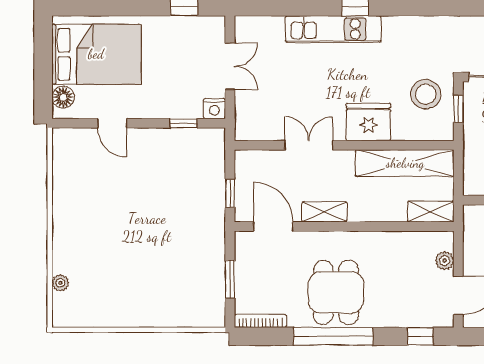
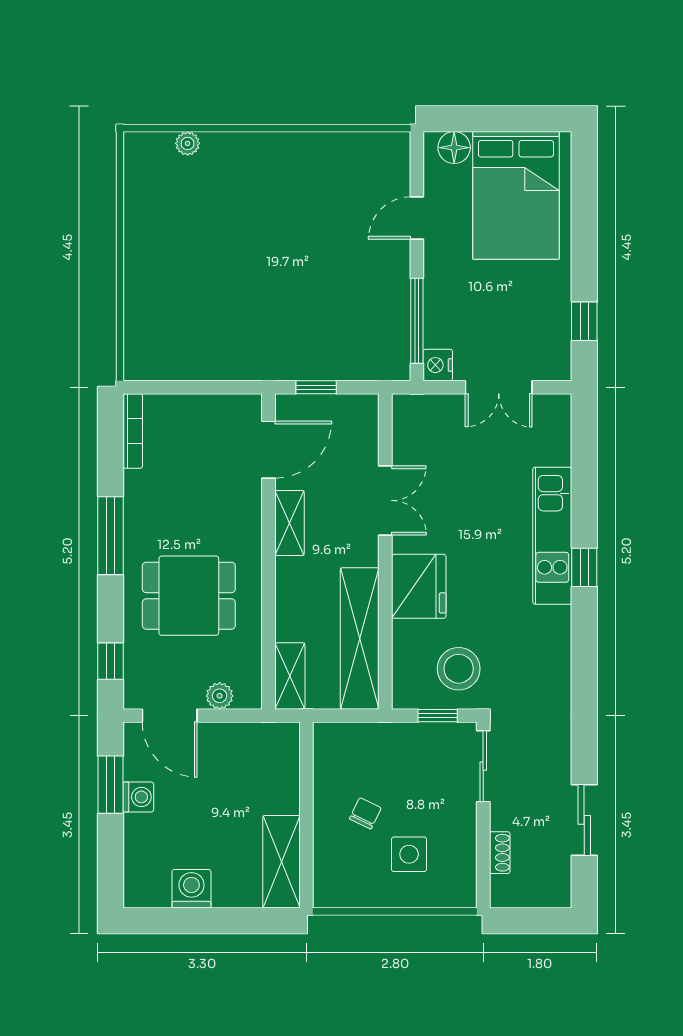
window: (184, 123) -> (417, 321), width x2.17
window: (230, 279) -> (193, 387), removed
dining table: (336, 292) -> (189, 596), moved
window: (333, 336) -> (111, 536), width x0.68

